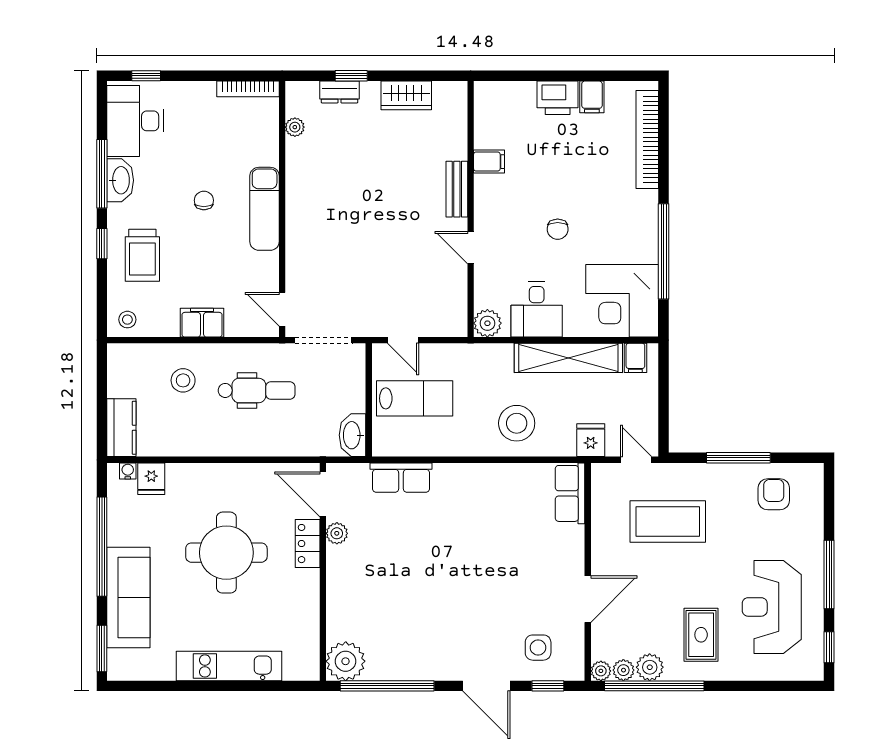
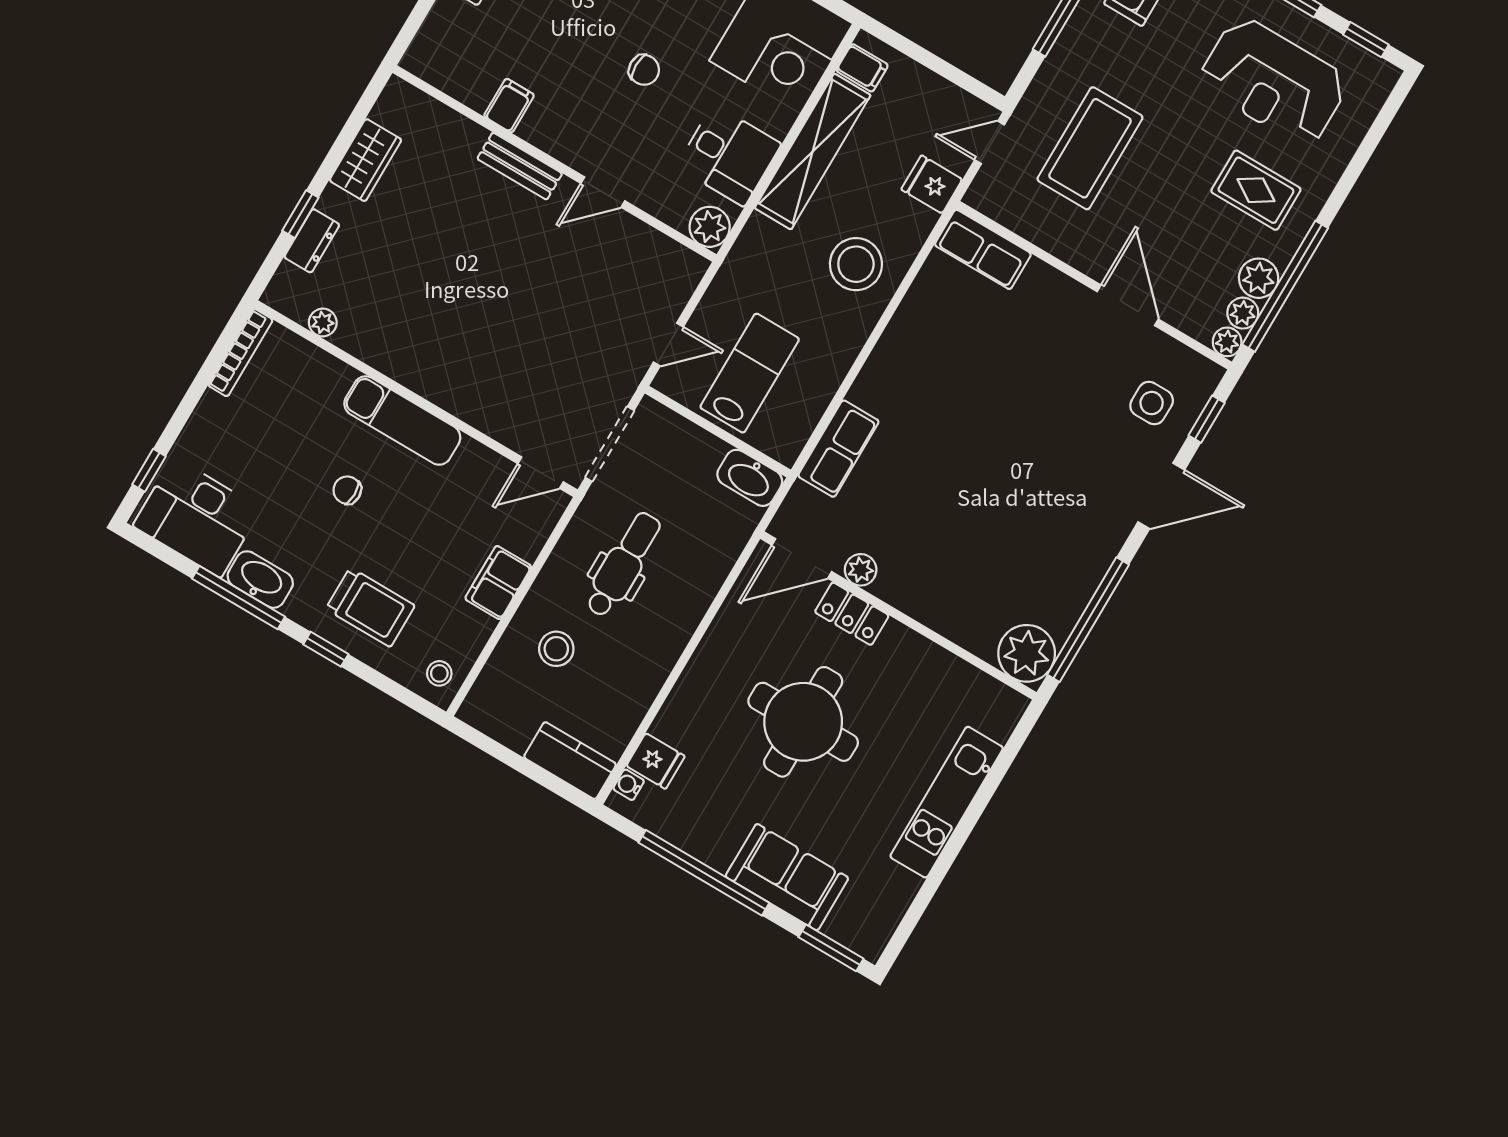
sofa: (128, 597) -> (787, 877), width x0.73

